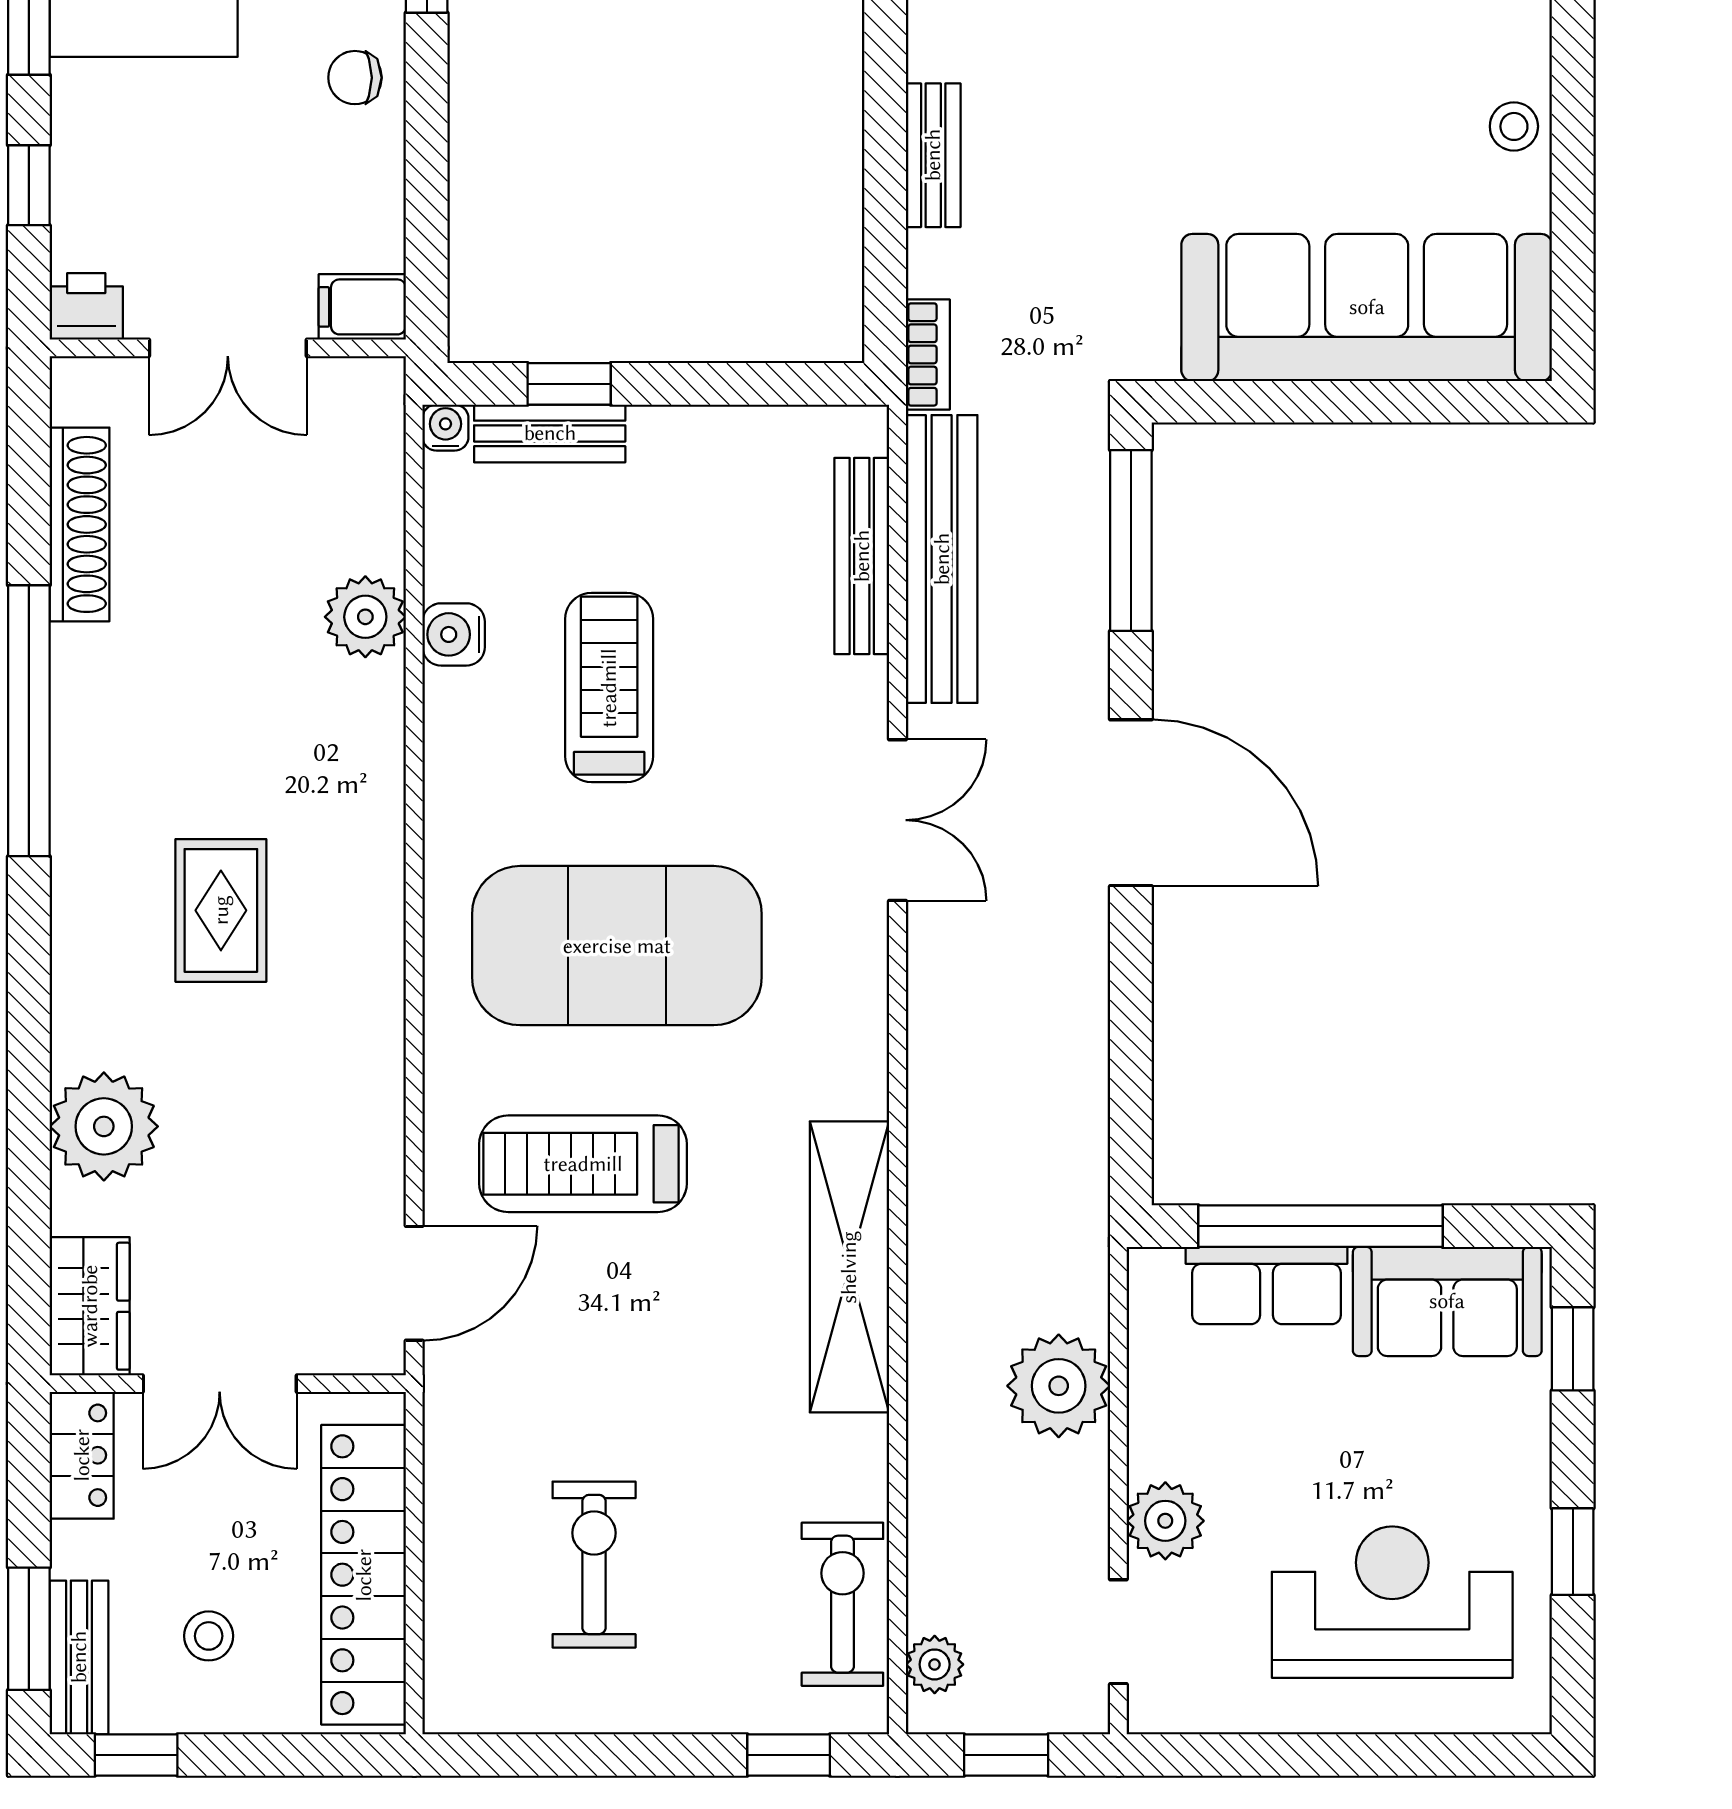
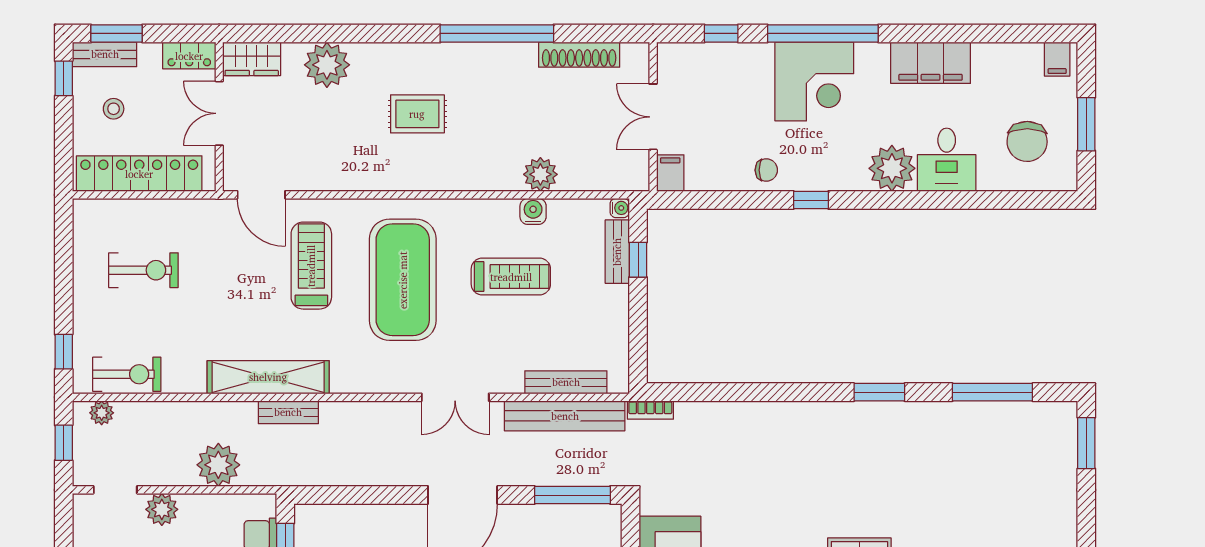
chair: (355, 78) -> (766, 170), turned 90
bench: (933, 155) -> (288, 412), moved
printer: (86, 306) -> (670, 57), removed

